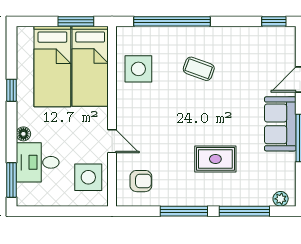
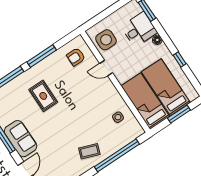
window: (76, 21) -> (179, 114), moved
side table: (138, 69) -> (118, 117), width x0.54, depth x0.54
coffee table: (199, 69) -> (89, 151), moved
rug: (215, 159) -> (43, 96), turned 90

